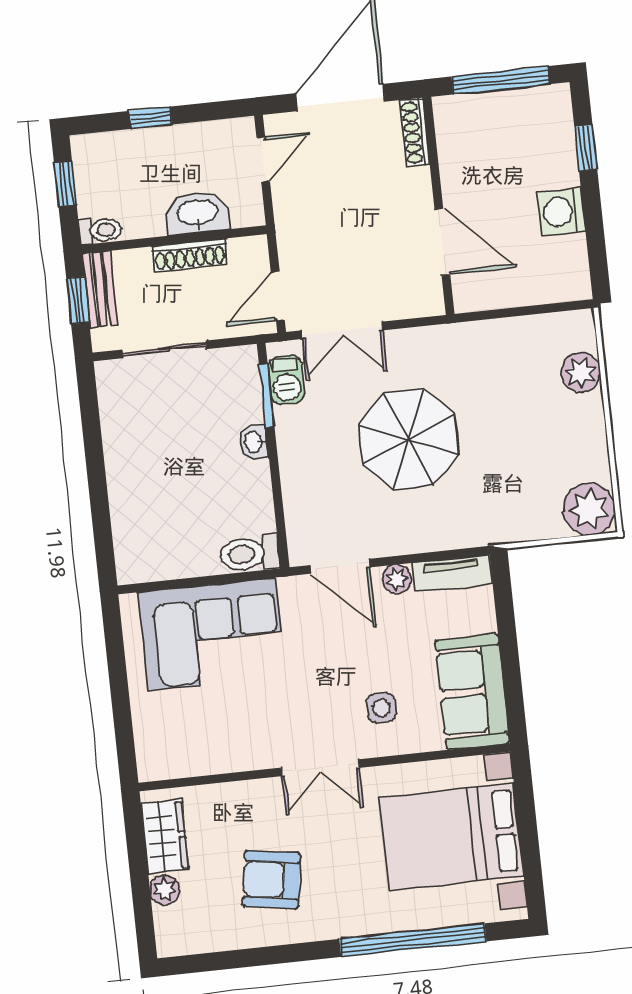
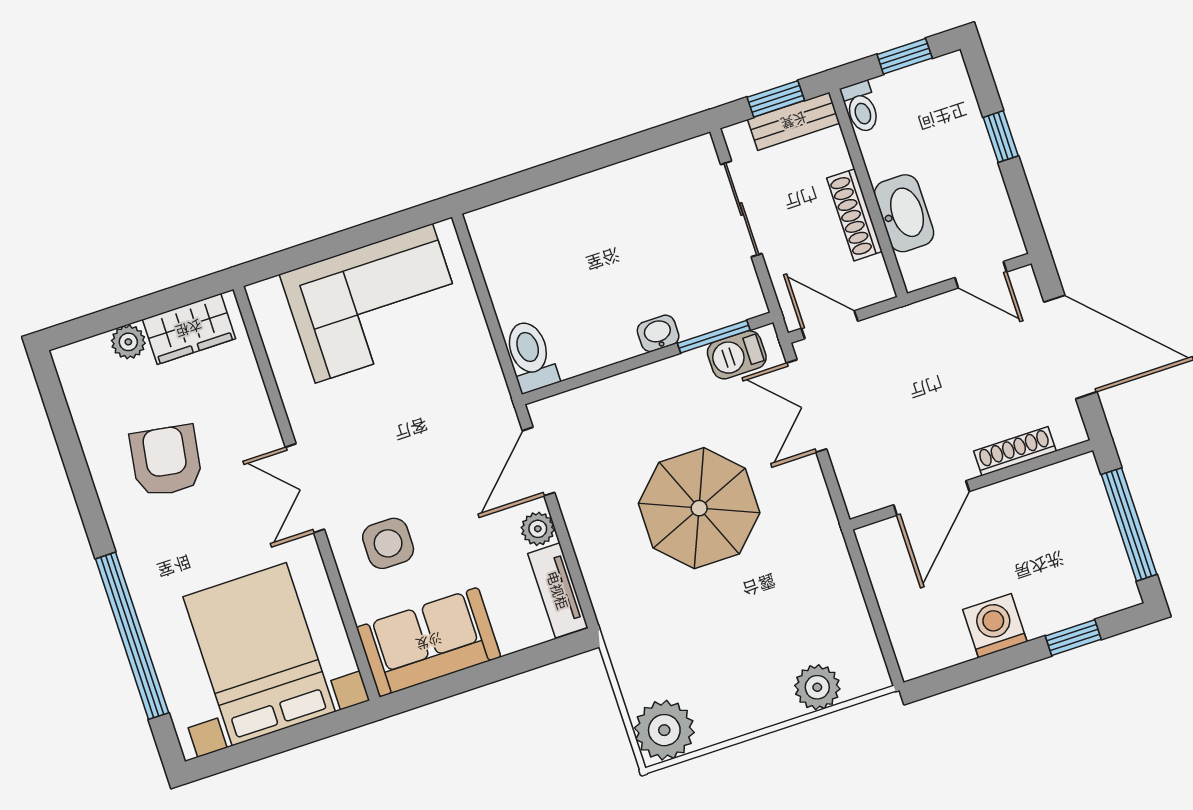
shoe rack: (415, 132) -> (1015, 451), moved
corner sofa: (212, 634) -> (374, 303), moved, turned -90
side table: (382, 708) -> (388, 543), width x1.37, depth x1.37

